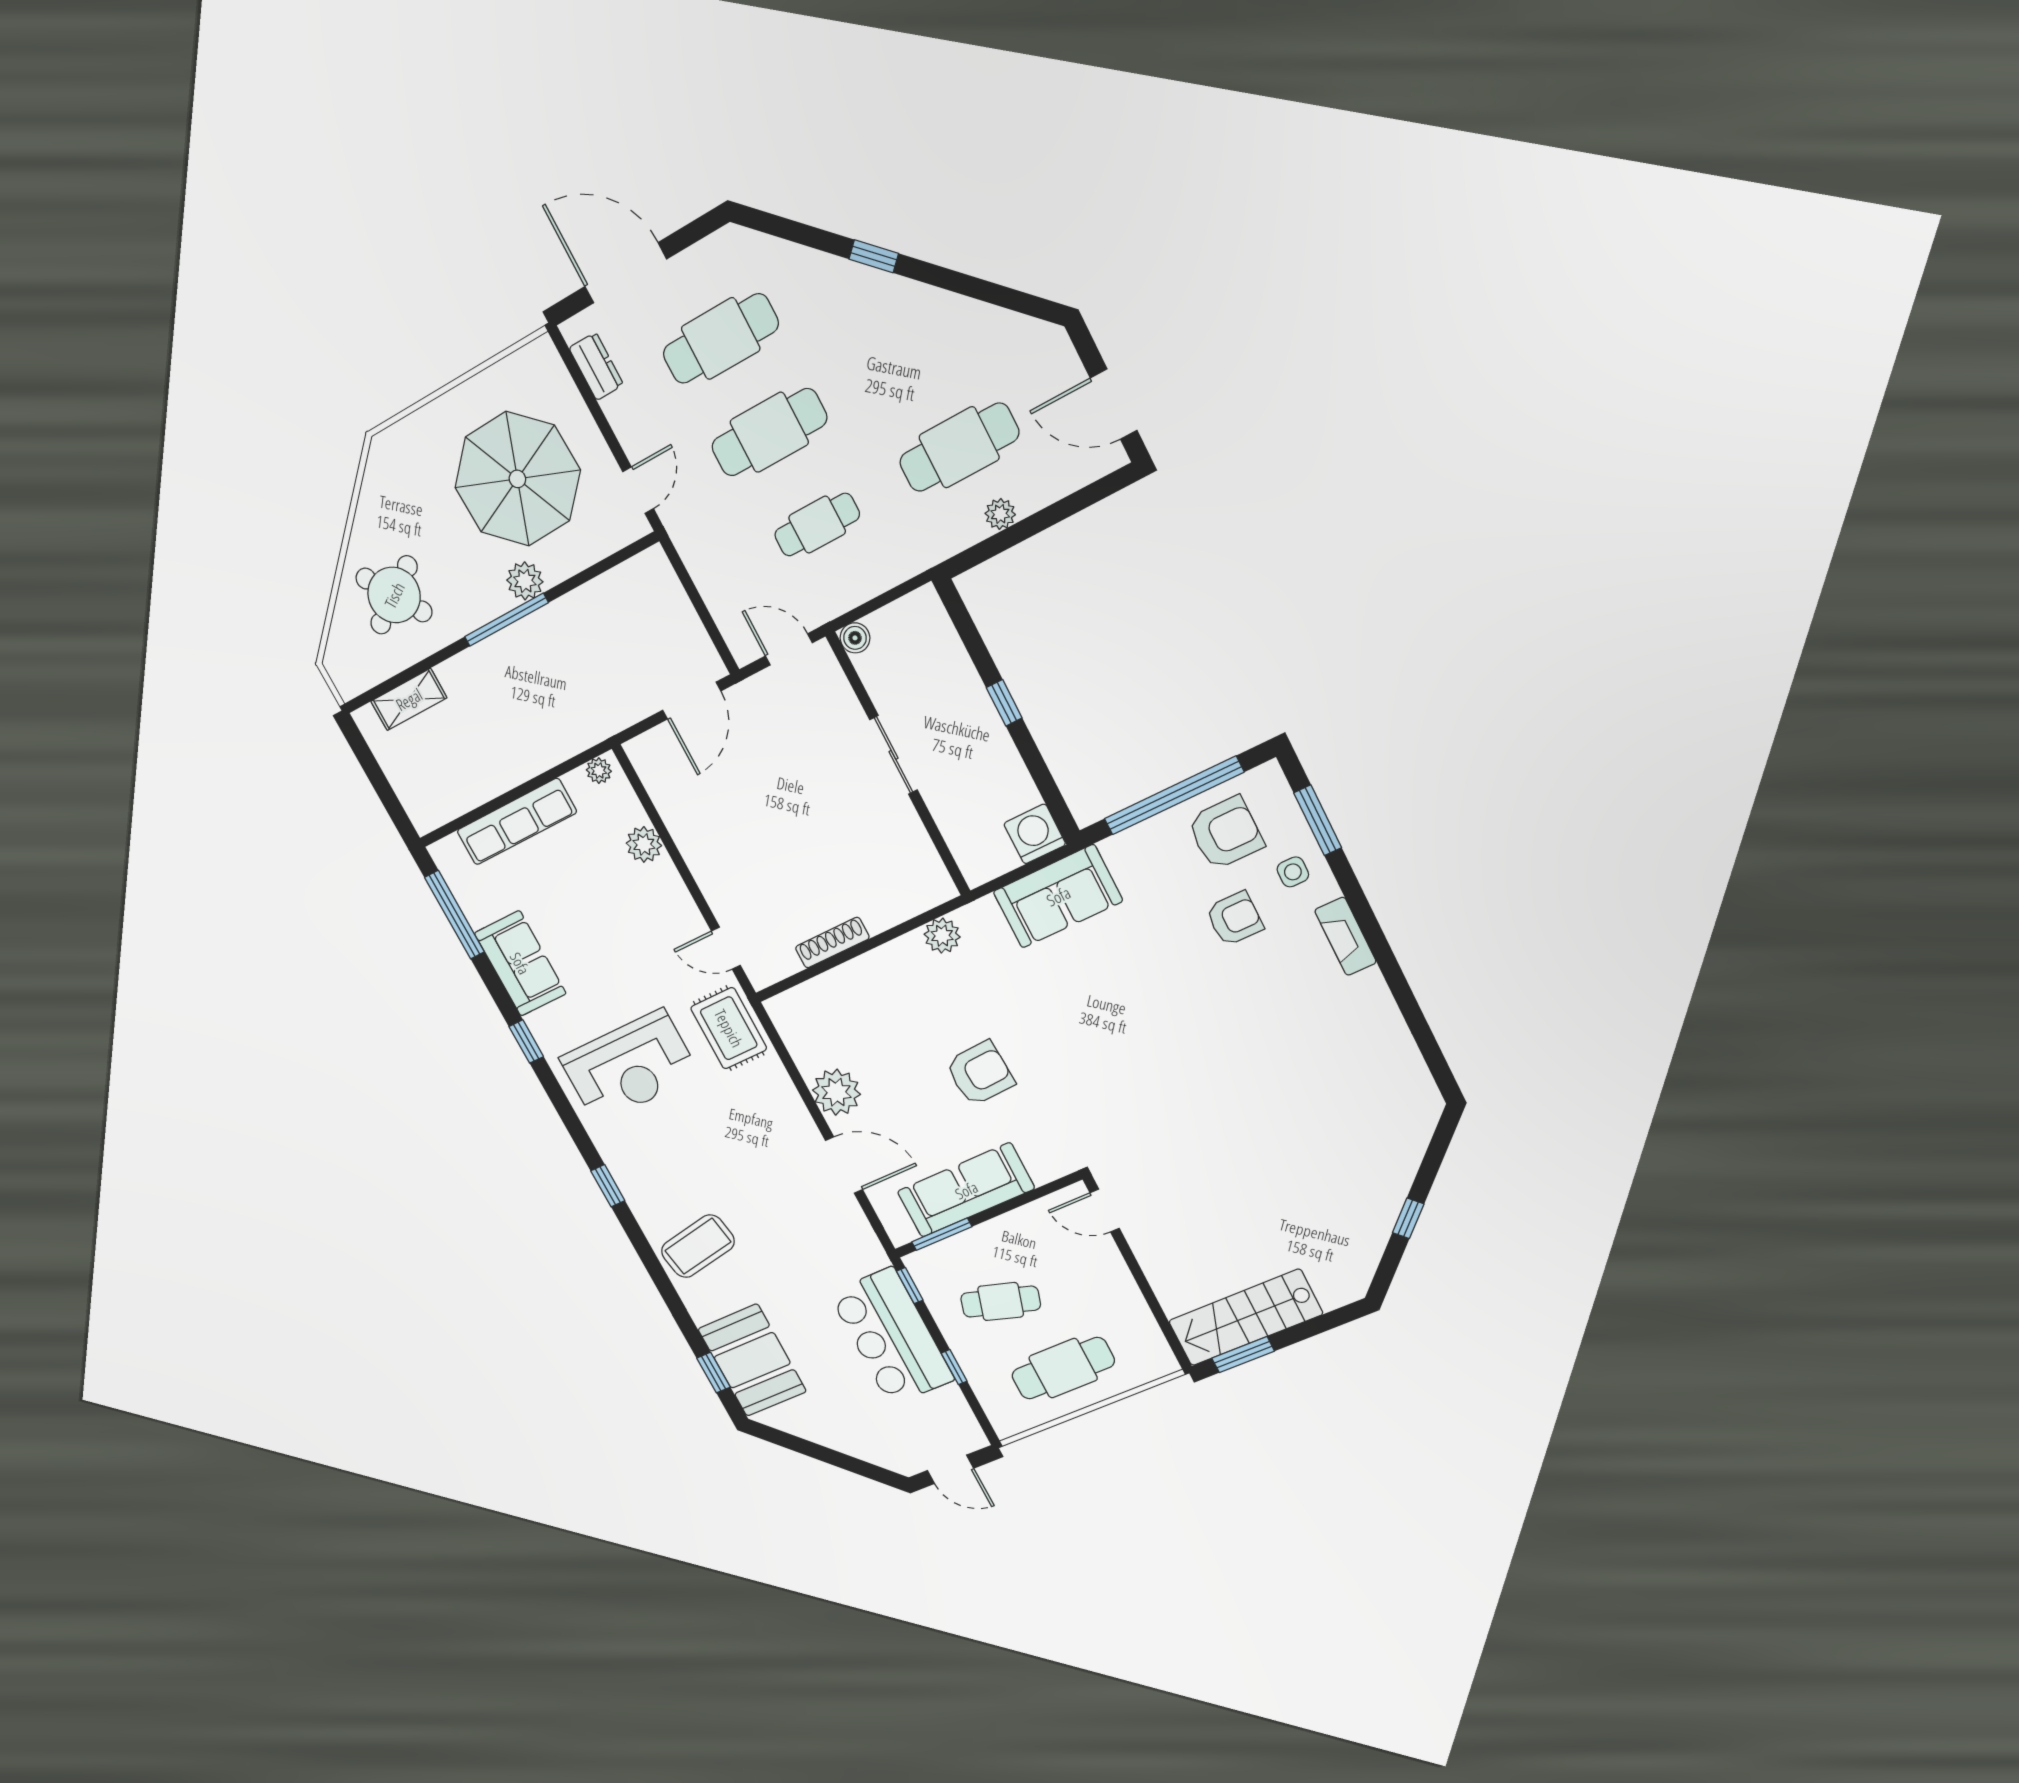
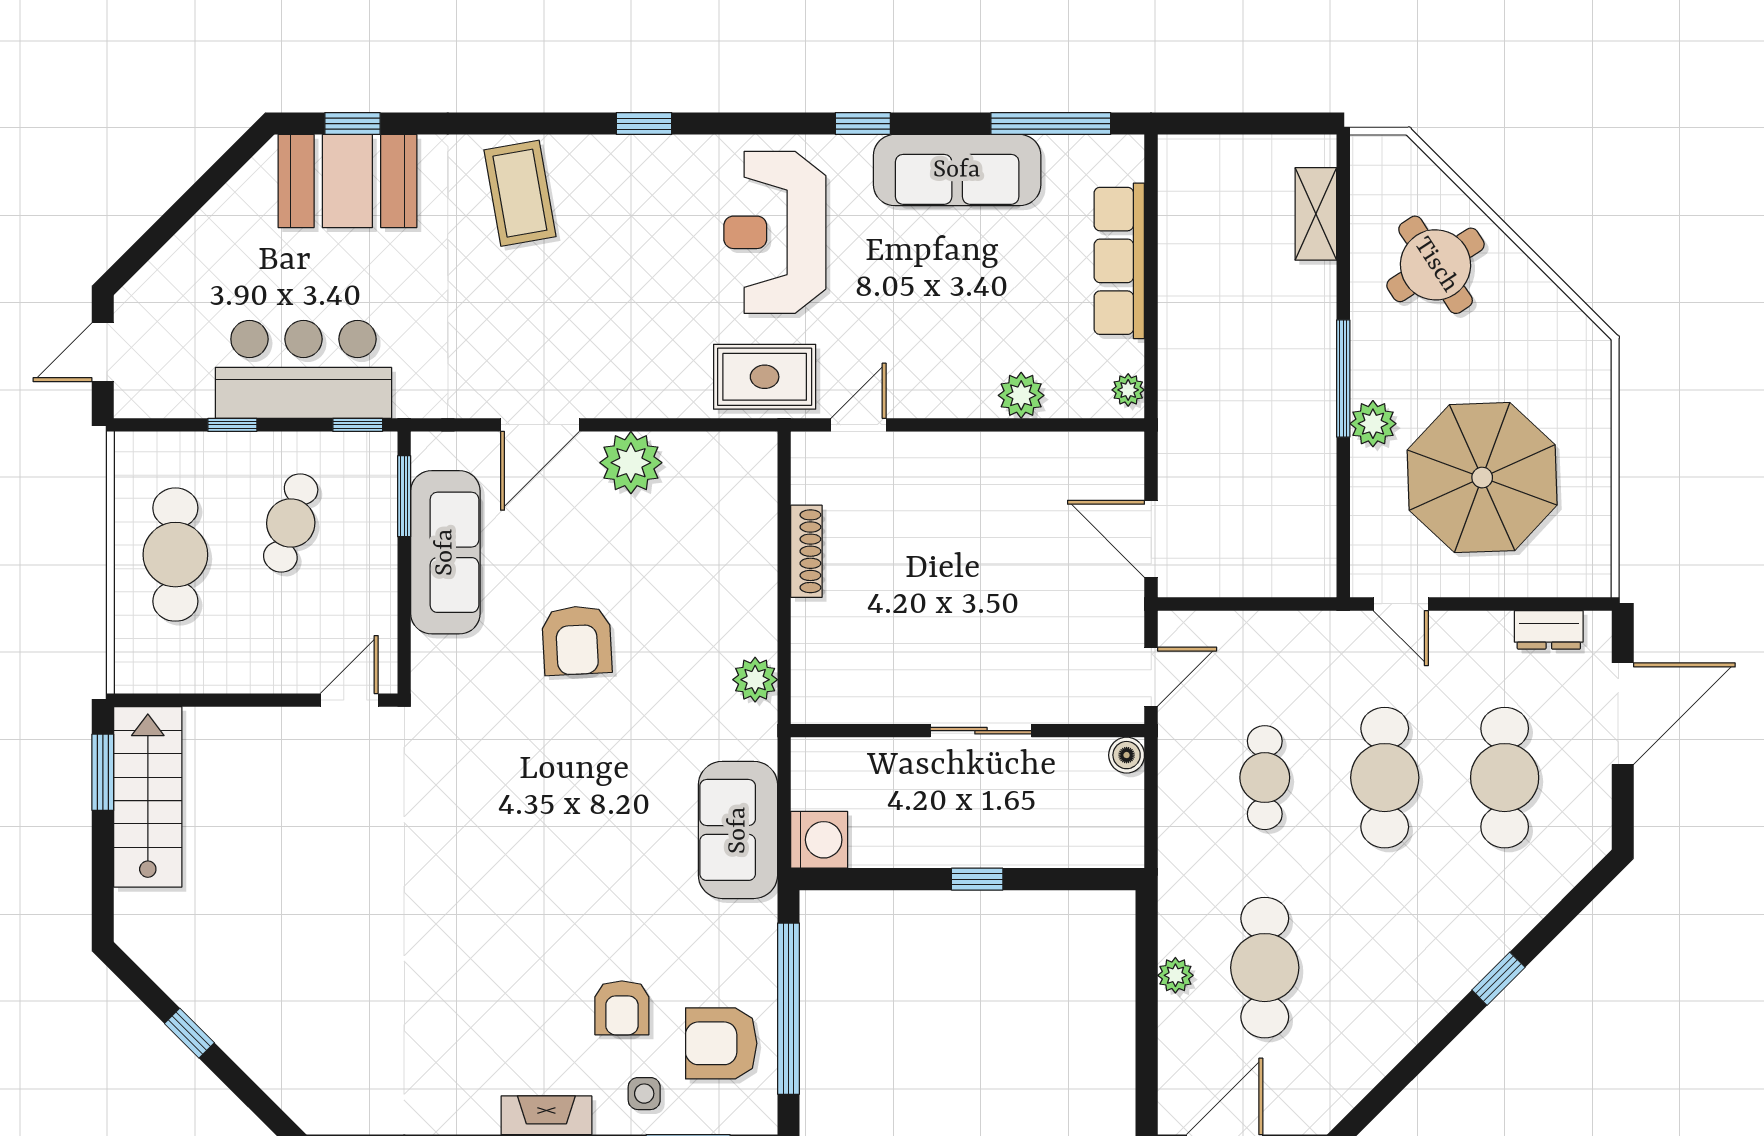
armchair: (1225, 833) -> (721, 1043), turned 90
sofa: (520, 963) -> (957, 170), width x1.36

